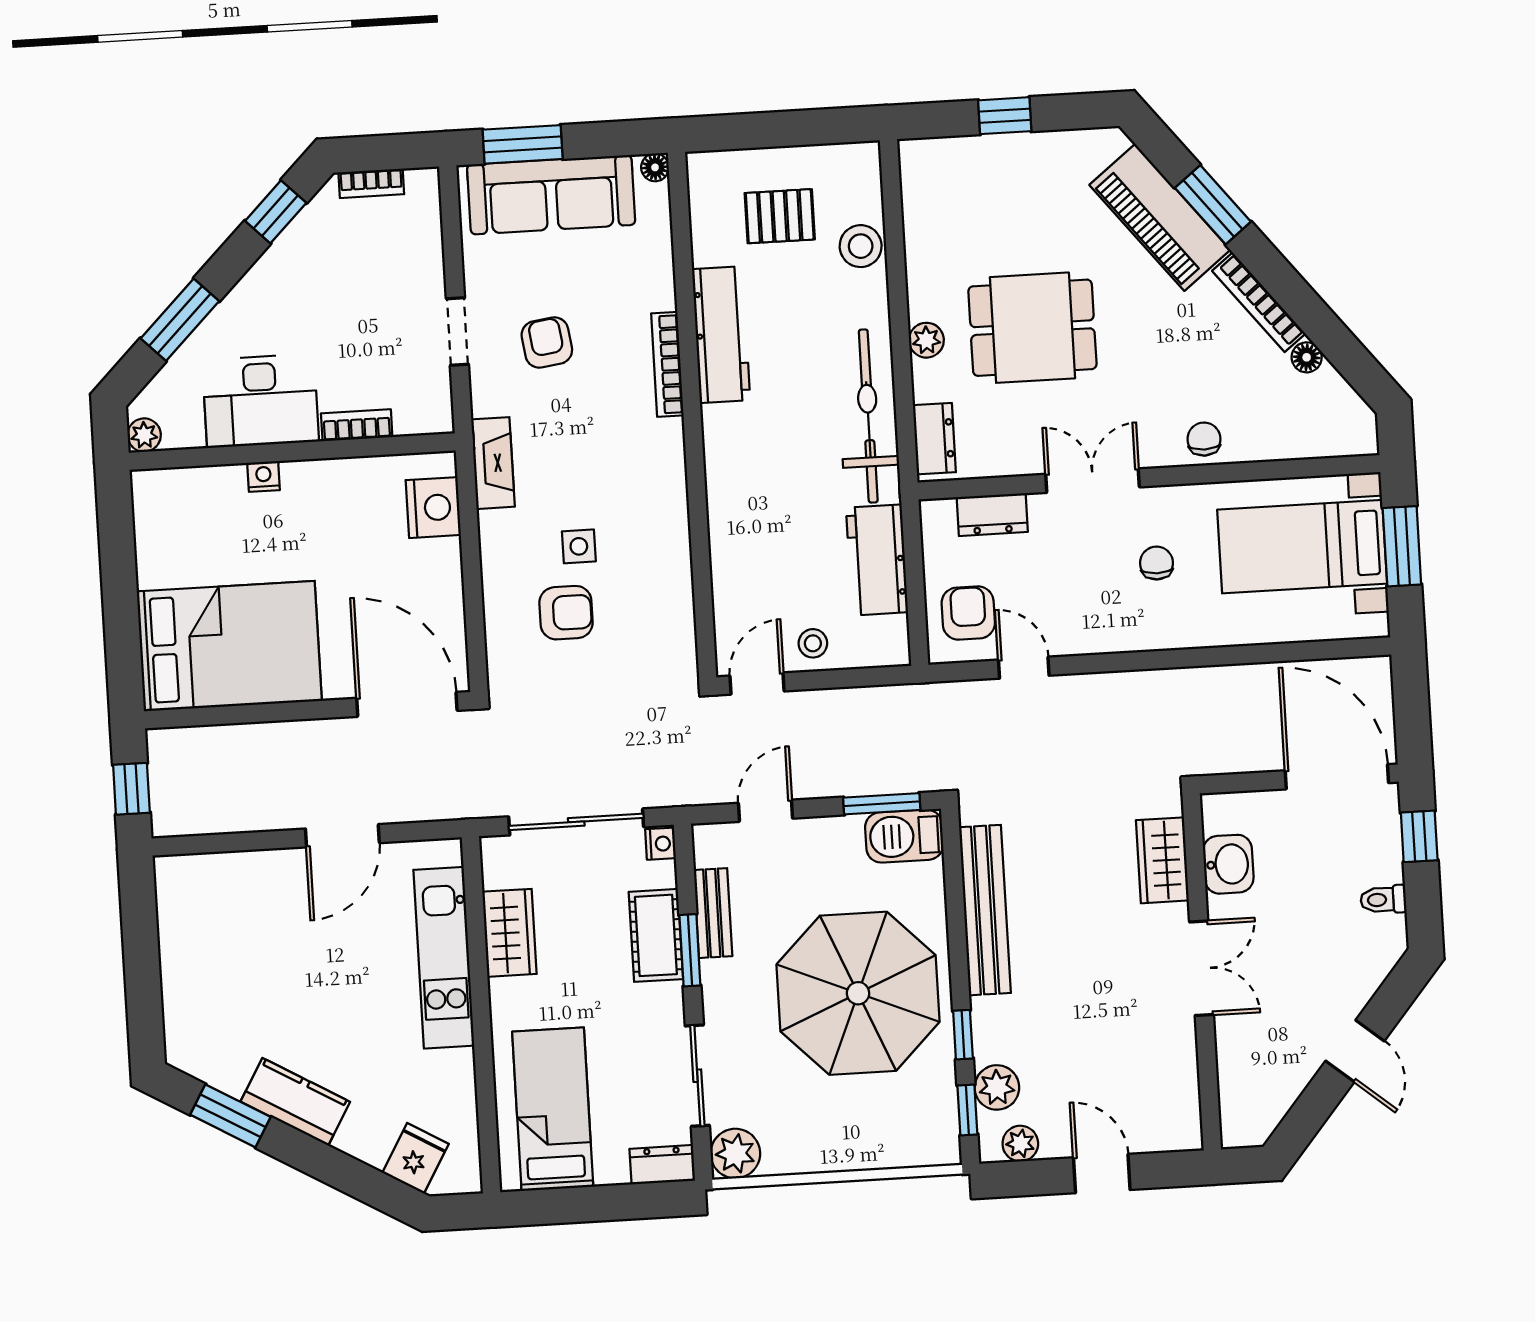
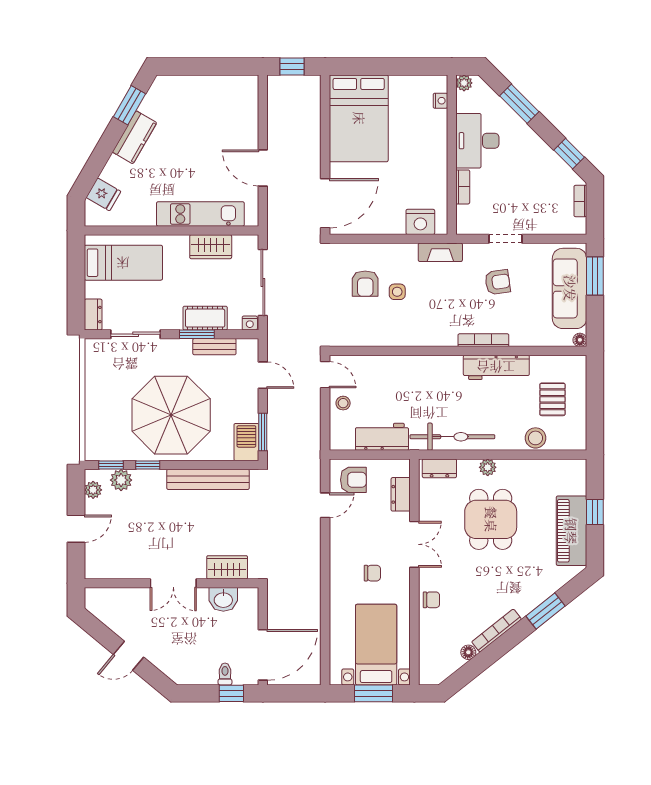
piano: (1160, 217) -> (571, 531), moved, turned -52
nightstand: (264, 476) -> (440, 101), moved
toilet: (1383, 900) -> (225, 674), moved
plant: (735, 1154) -> (96, 351), removed

